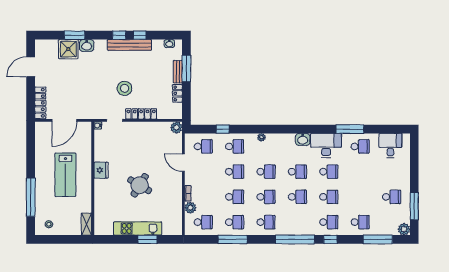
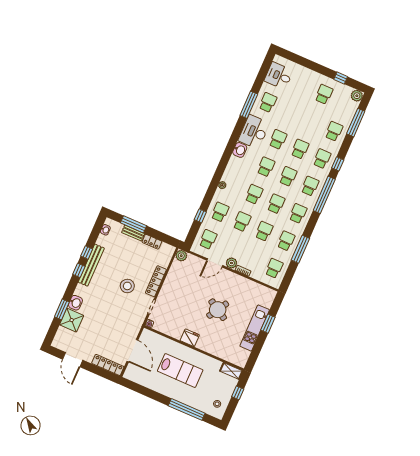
window: (414, 206) -> (341, 78), width x0.46
plant: (190, 208) -> (231, 263), moved
school desk: (297, 222) -> (310, 186), added
window: (68, 239) -> (238, 393), added

